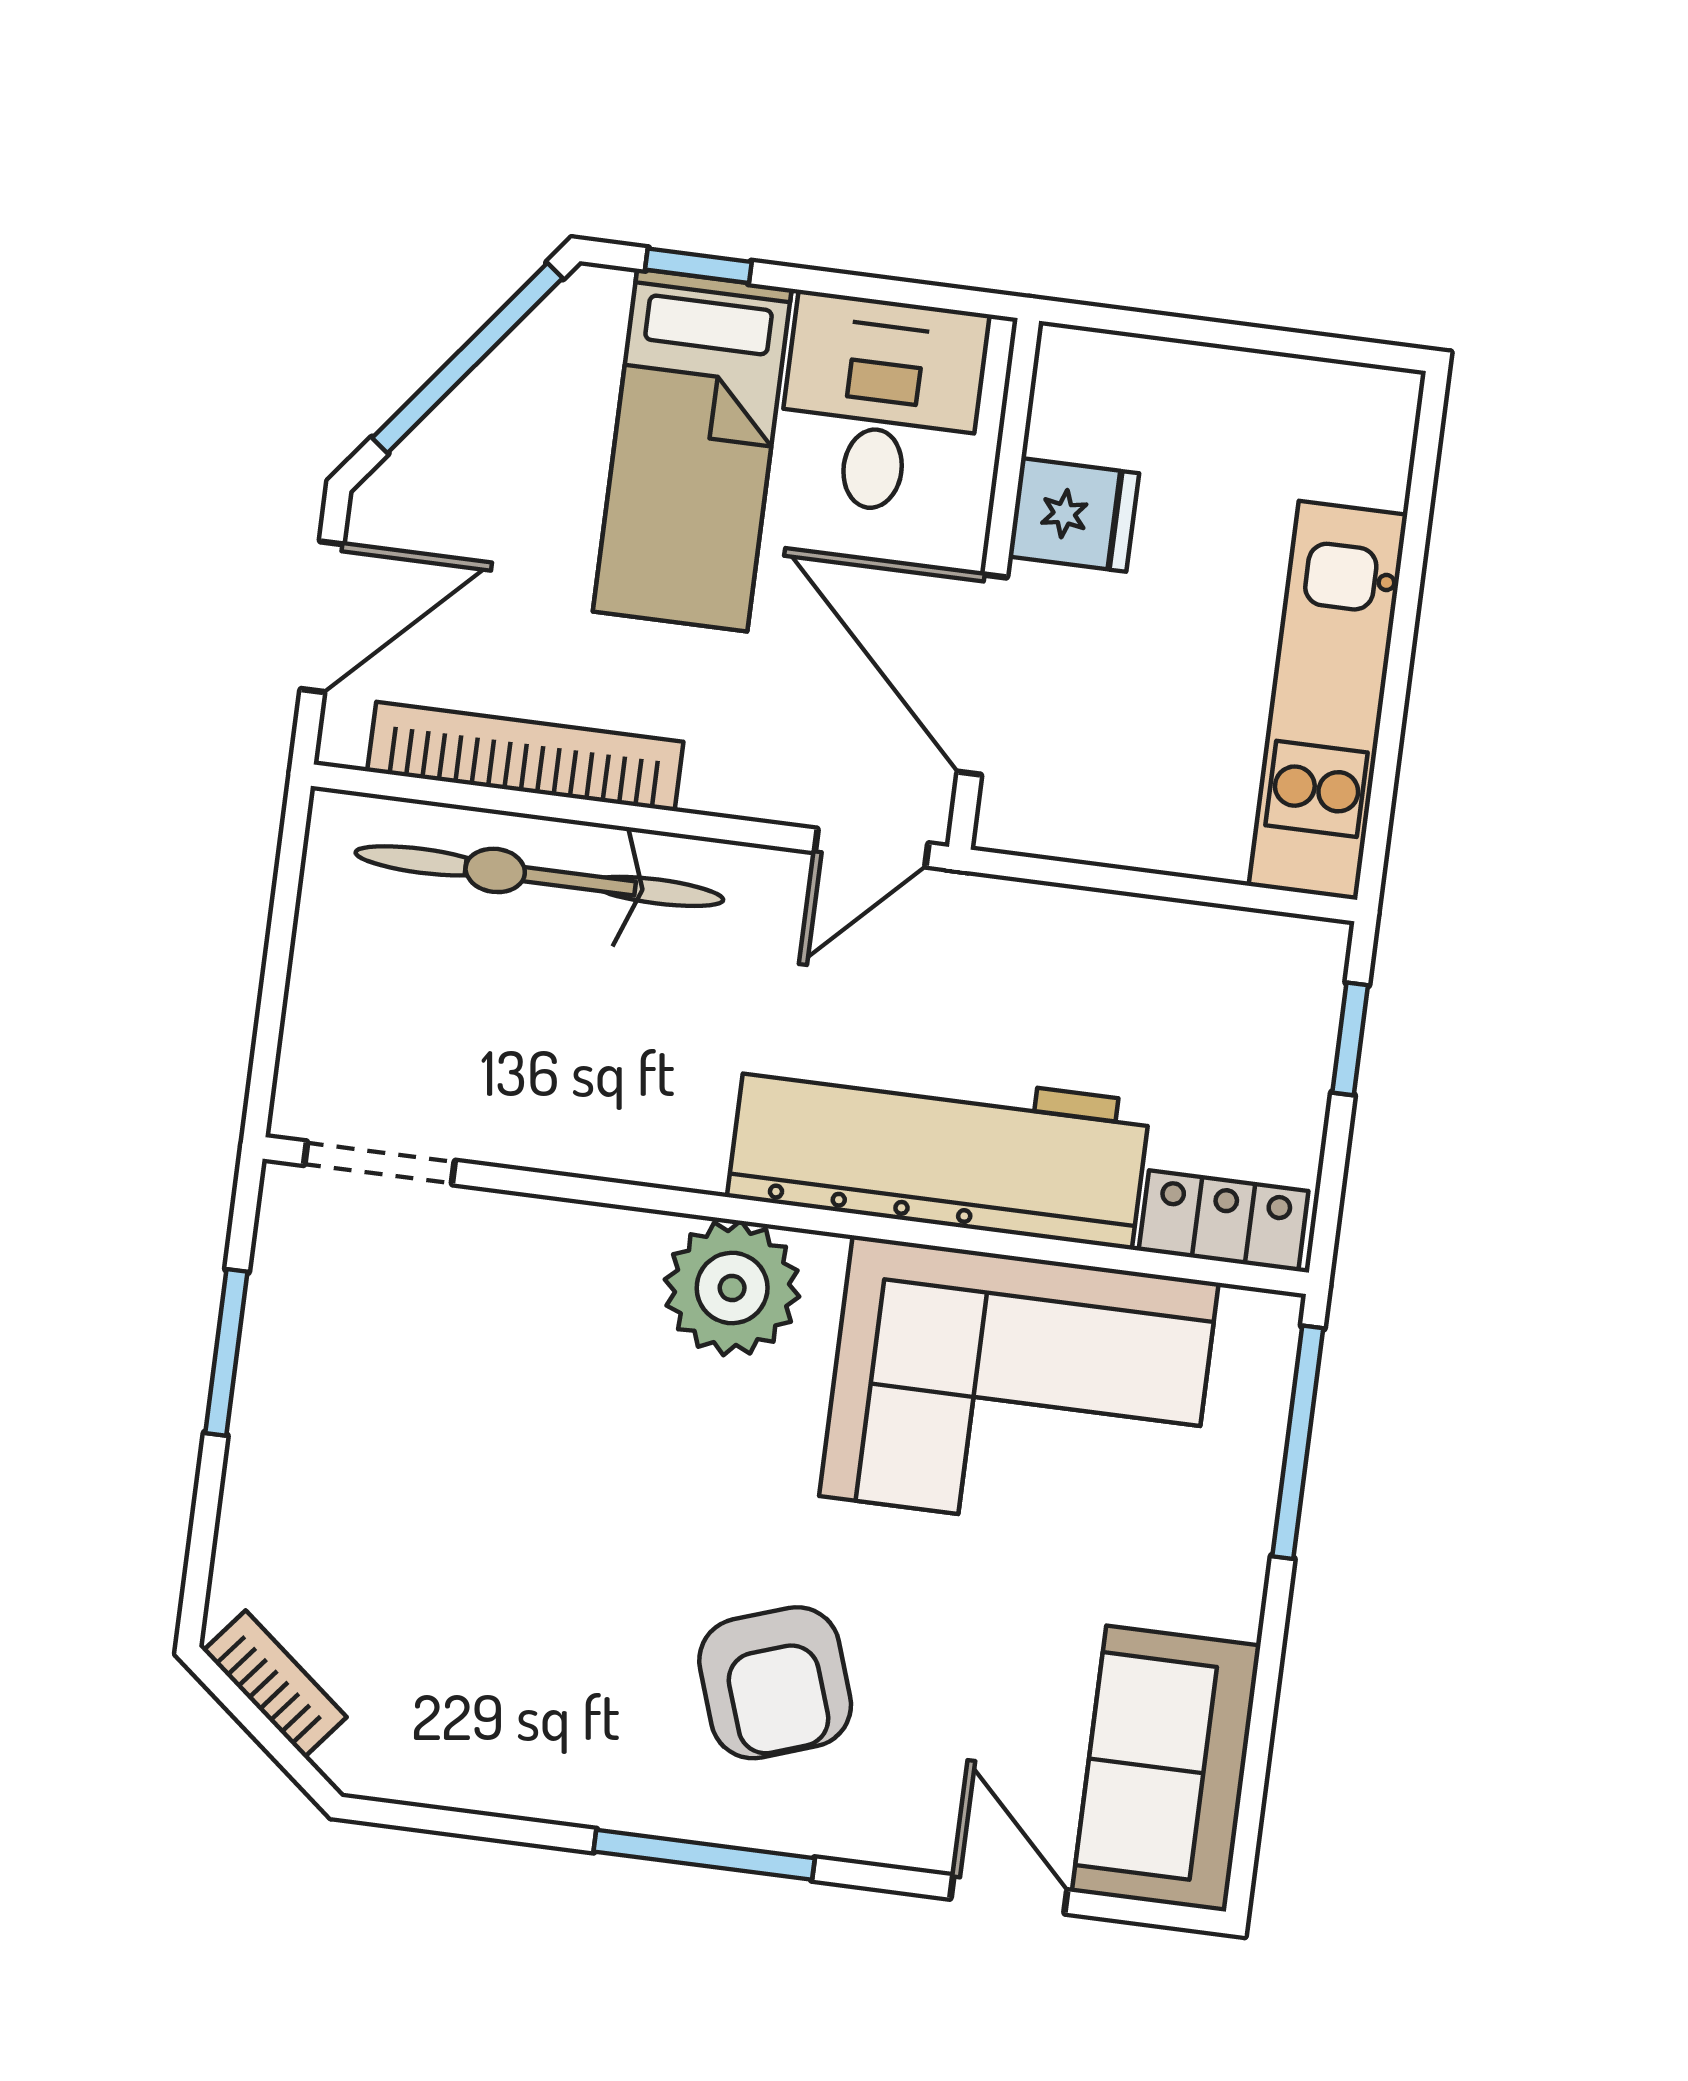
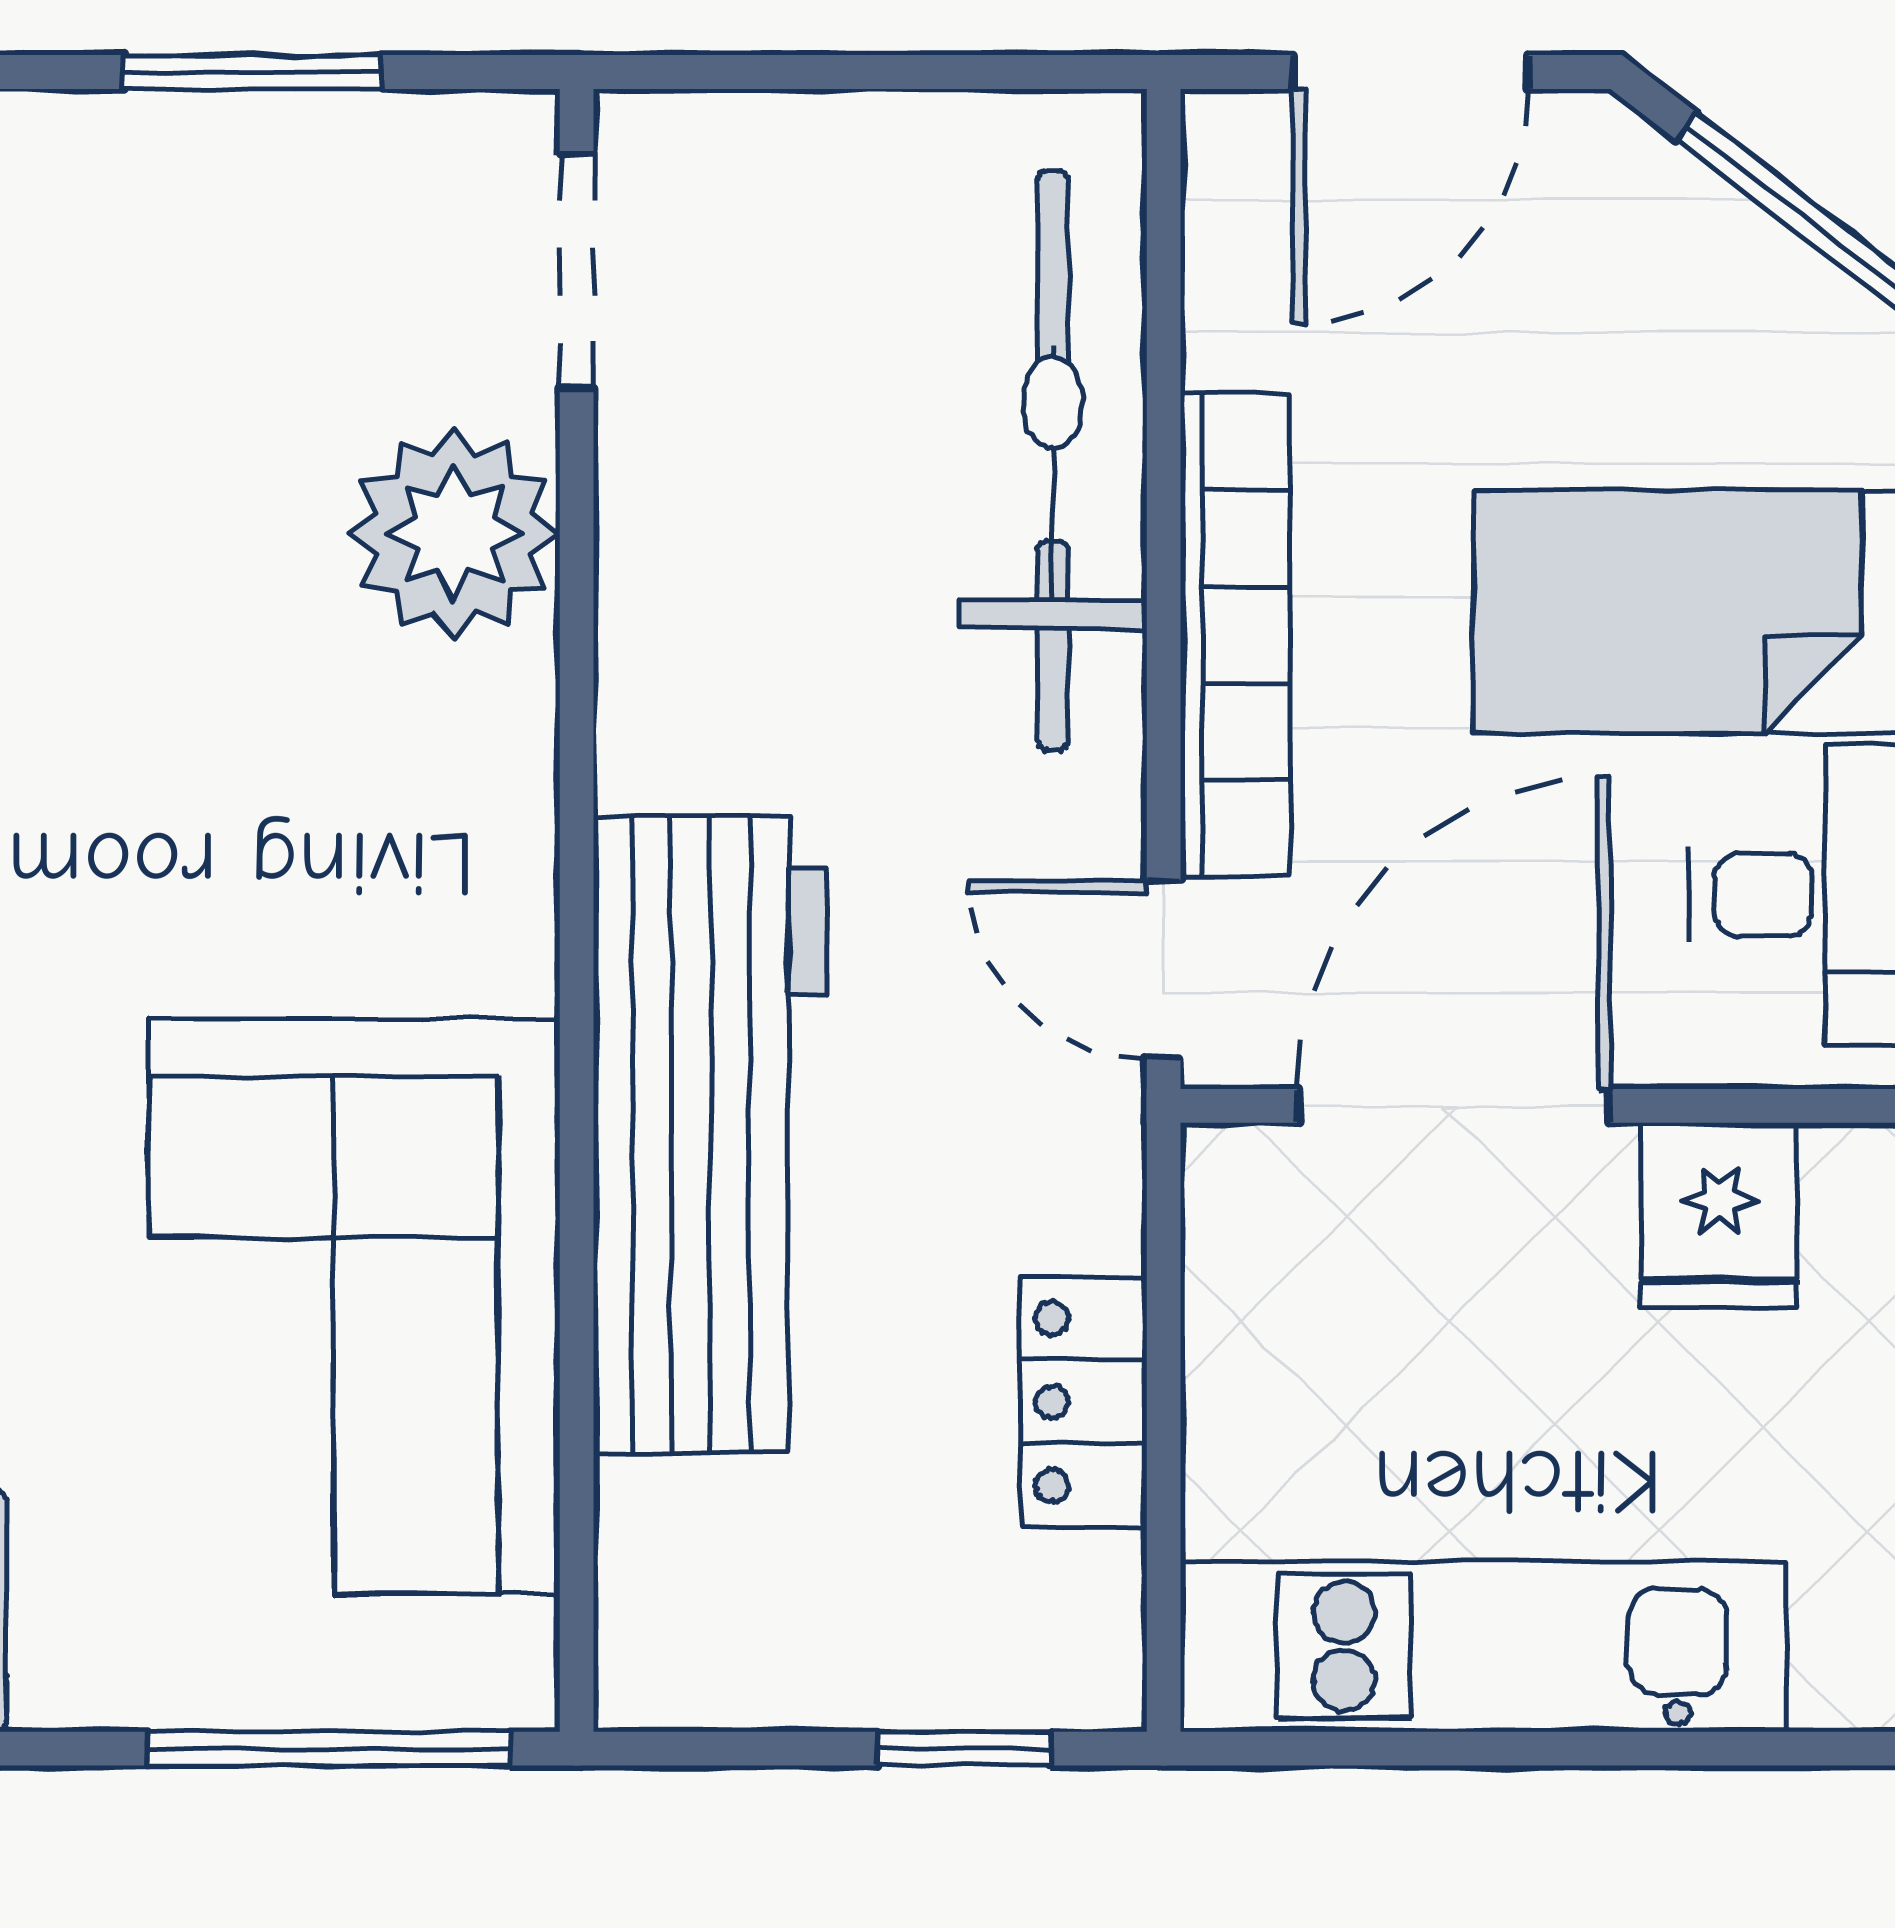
door: (322, 617) -> (1411, 72), hinge flipped
bookcase: (525, 757) -> (1235, 635), moved
locker: (1224, 1221) -> (1083, 1402), moved, turned 180
plant: (732, 1288) -> (454, 534), moved

